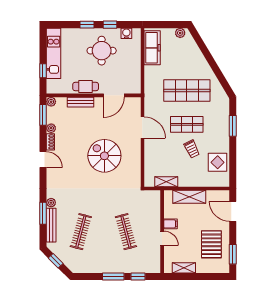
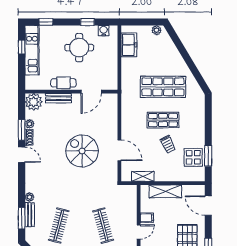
window: (87, 25) -> (46, 22), moved
freezer: (152, 48) -> (129, 45), width x0.71
window: (43, 71) -> (22, 47), moved
plant: (51, 102) -> (34, 102), width x1.88, depth x1.88
window: (43, 115) -> (22, 130), moved
window: (233, 126) -> (208, 156), moved
door: (142, 128) -> (119, 150), moved
window: (43, 213) -> (22, 218), moved
bench: (51, 225) -> (30, 215), width x0.73
door: (162, 238) -> (139, 232), hinge flipped

